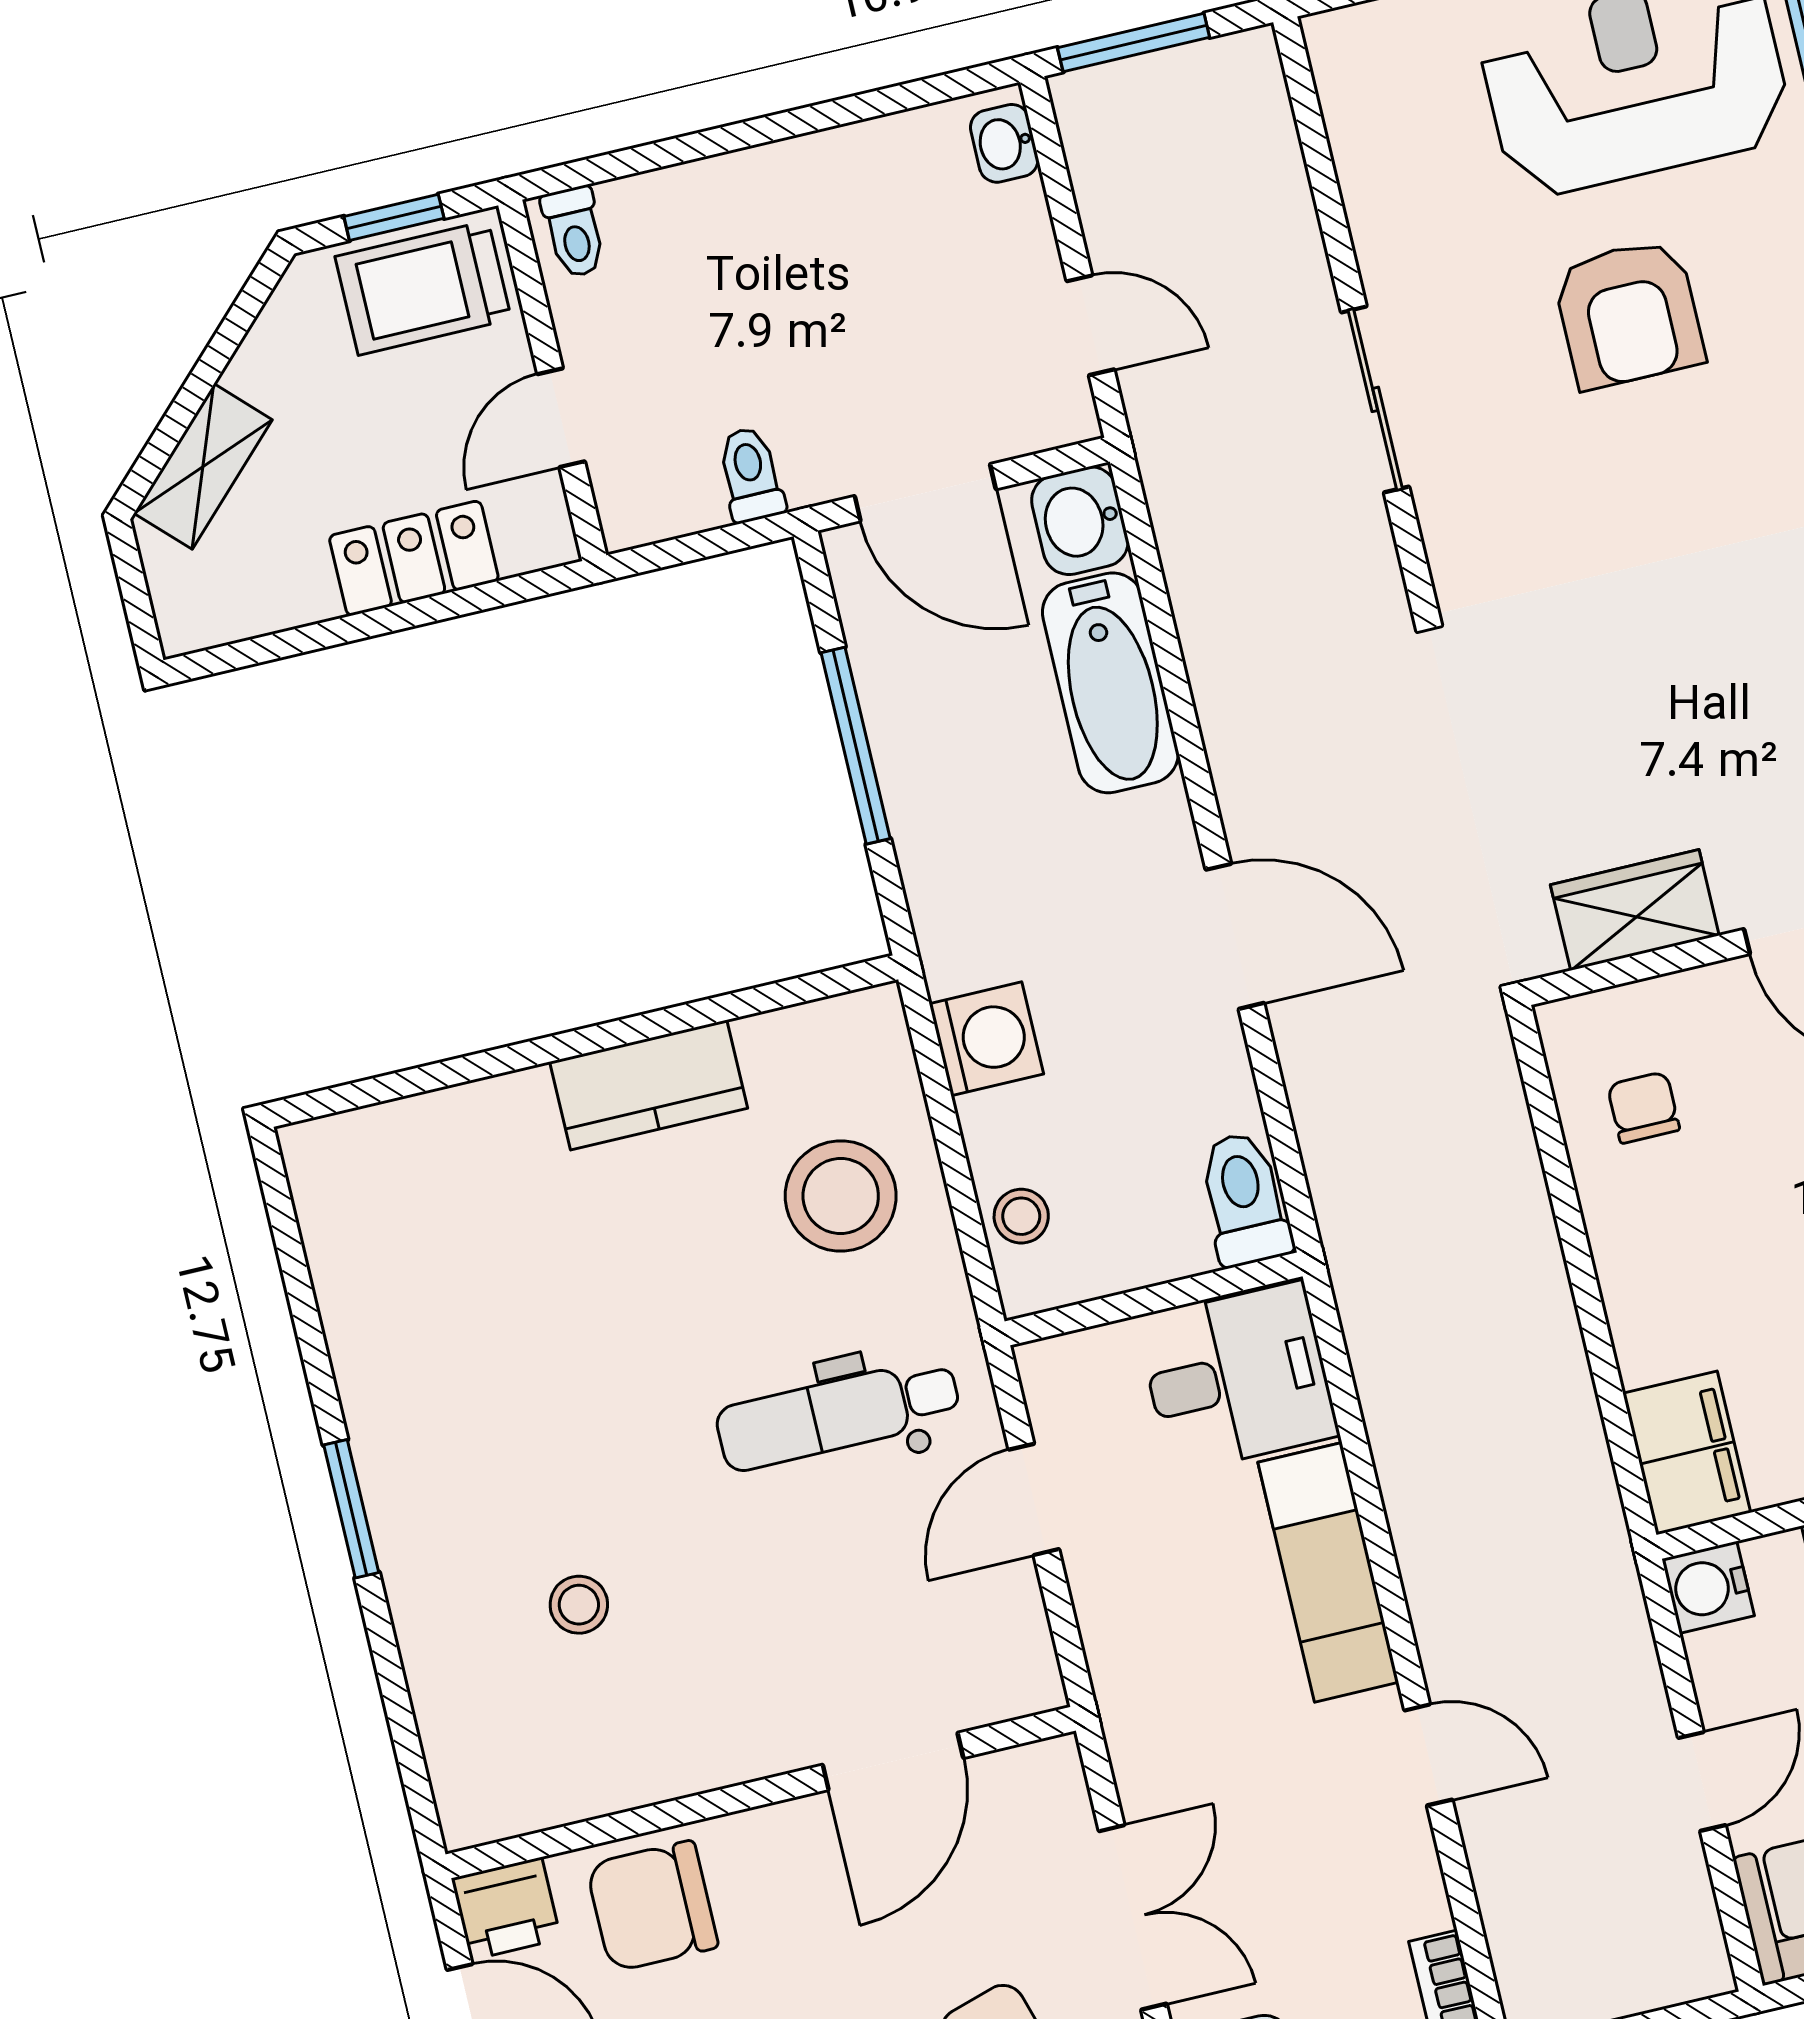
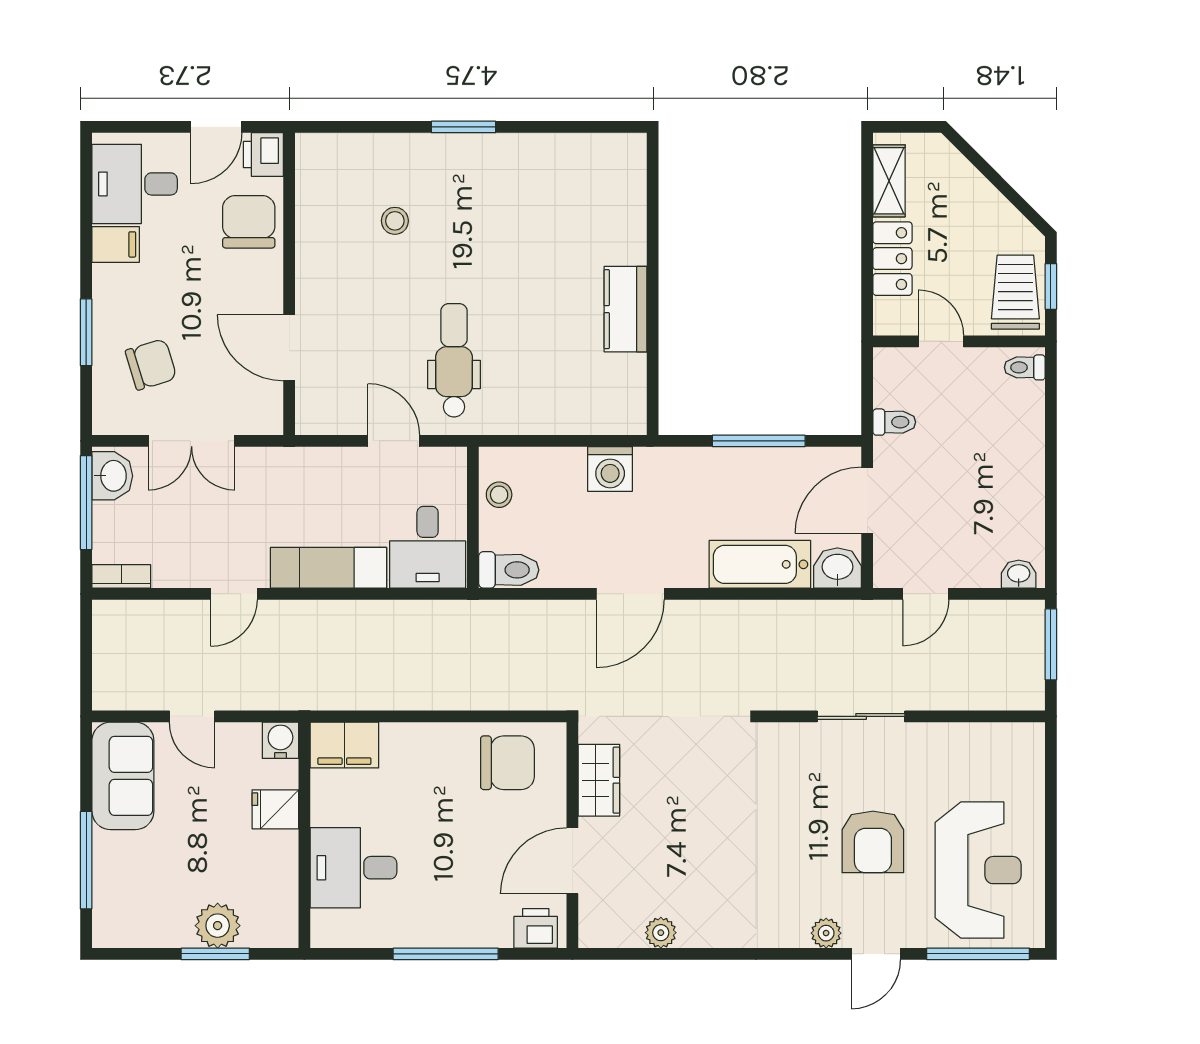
armchair: (1629, 314) -> (873, 842), turned -90
shelving: (203, 466) -> (889, 181), moved, turned 45
chair: (1643, 1107) -> (507, 763), width x1.87, depth x1.87
stool: (841, 1196) -> (554, 385), removed
stool: (1021, 1216) -> (499, 495), moved

